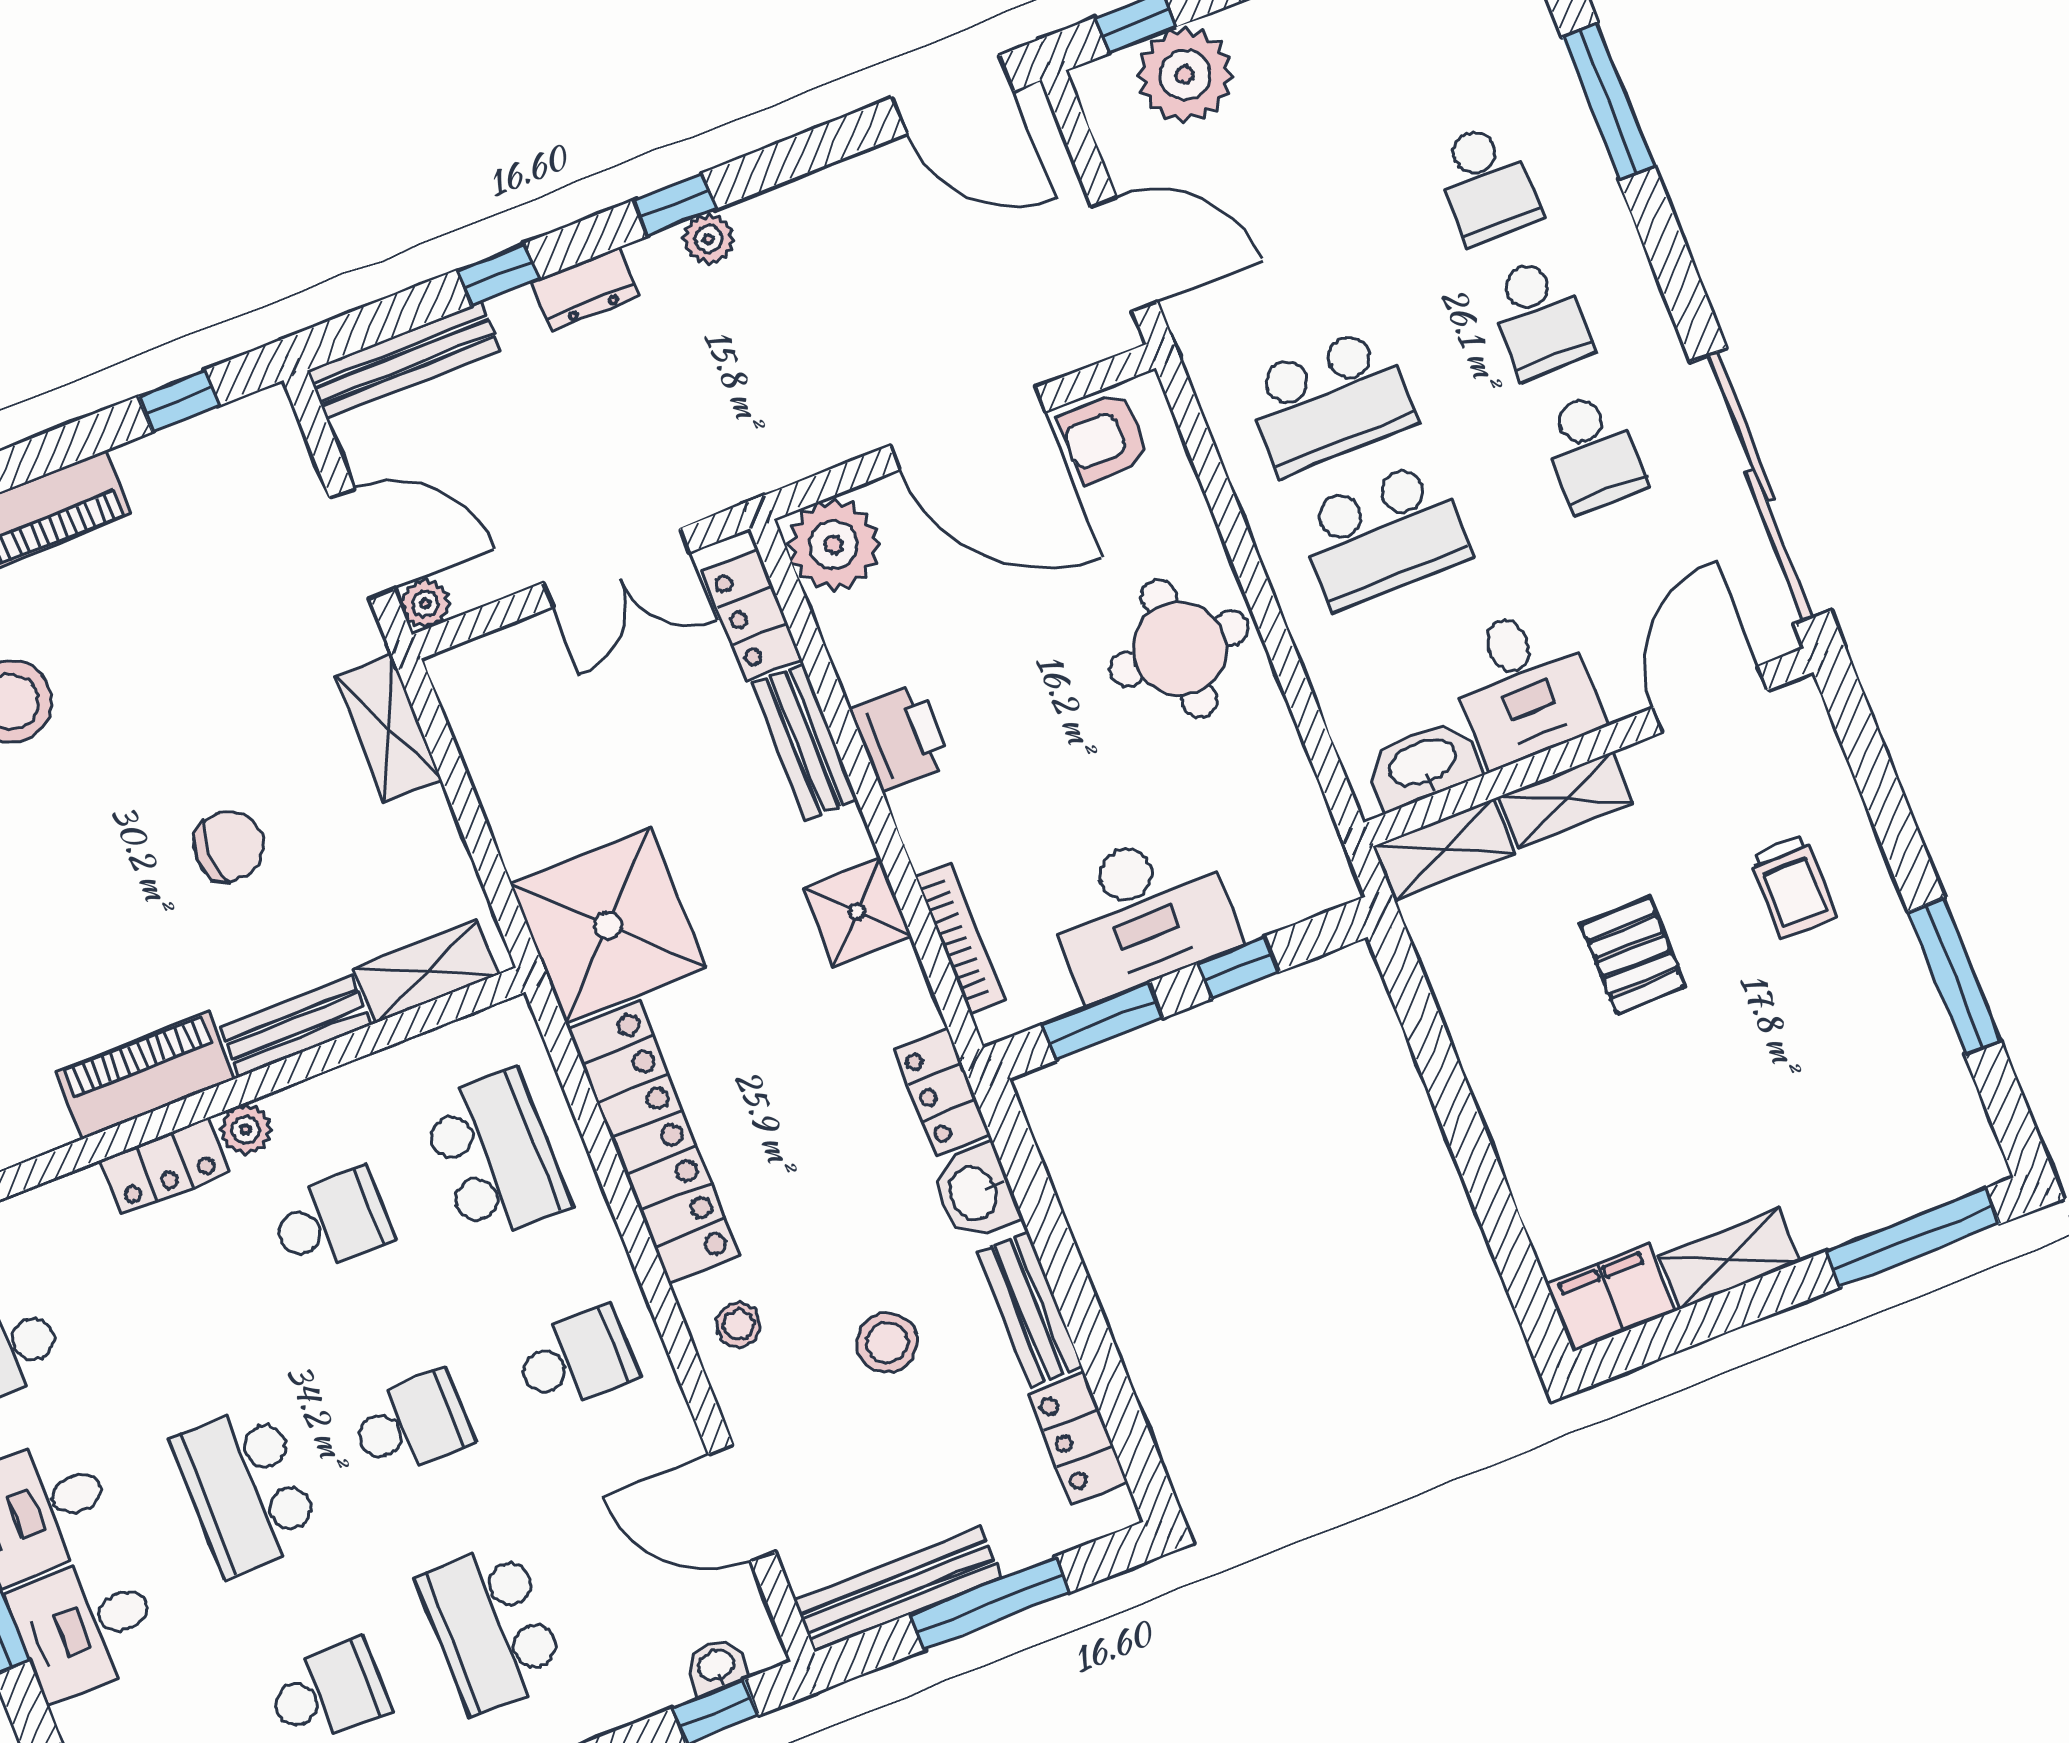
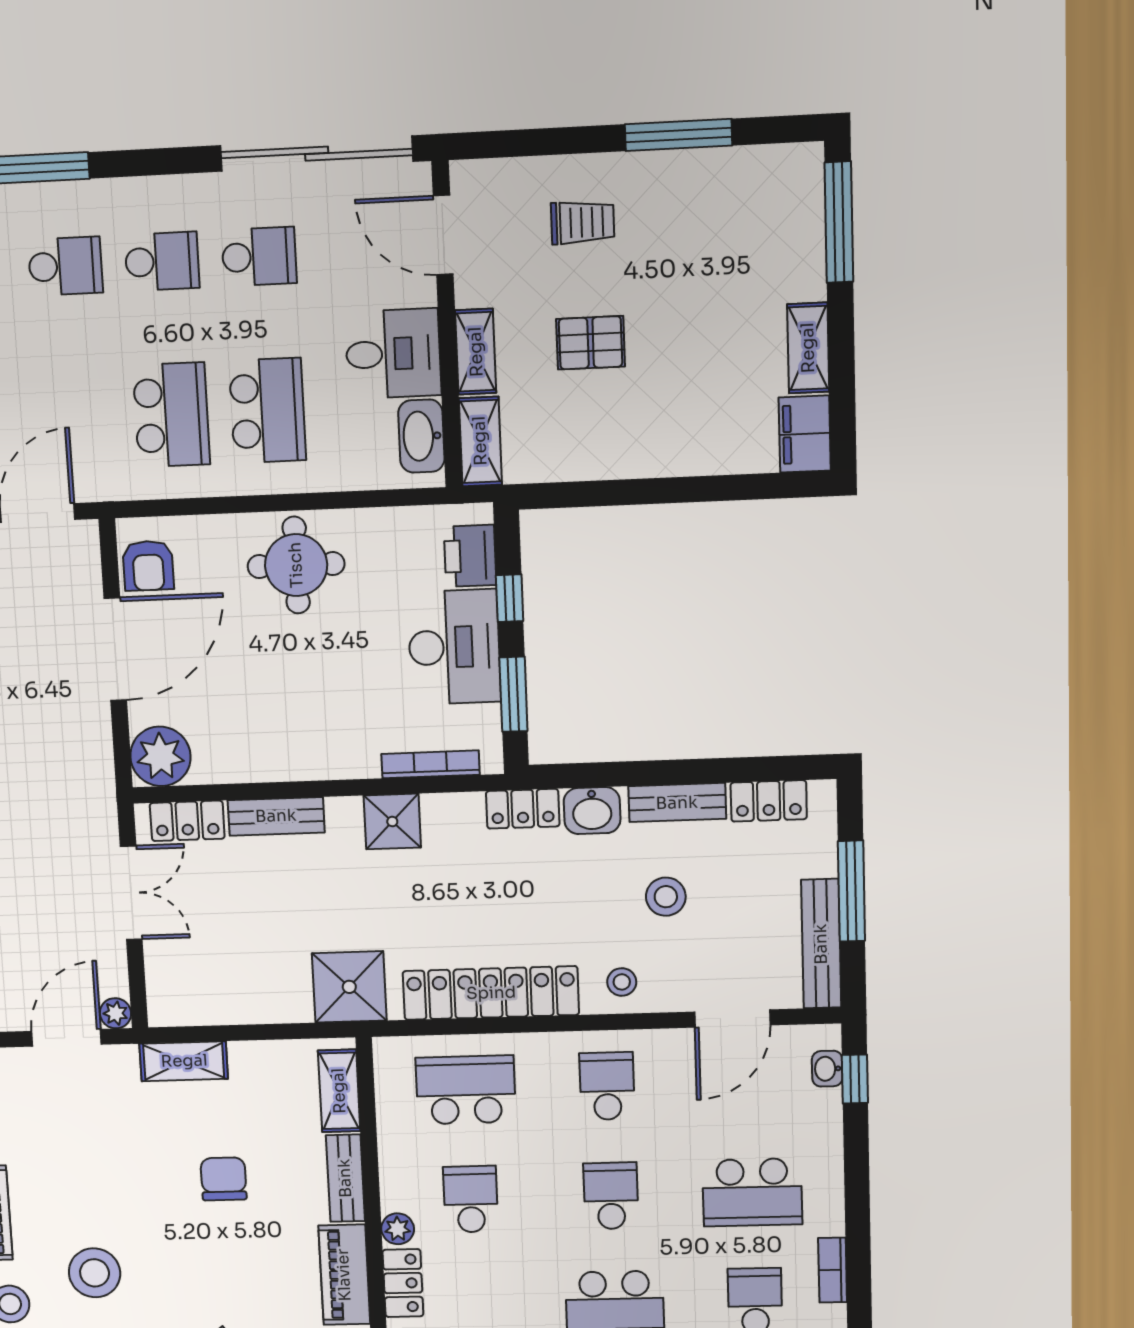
printer: (901, 737) -> (470, 556), moved, turned -90
shower: (608, 926) -> (349, 987), width x0.73, depth x0.73

